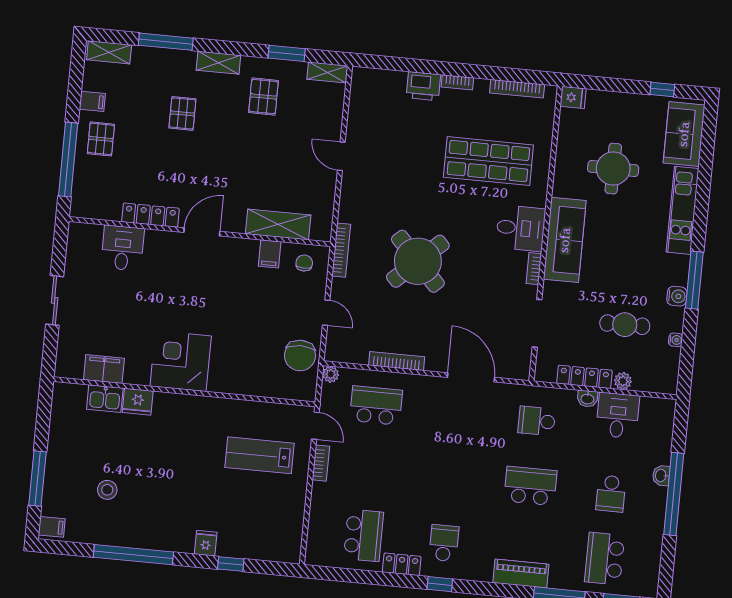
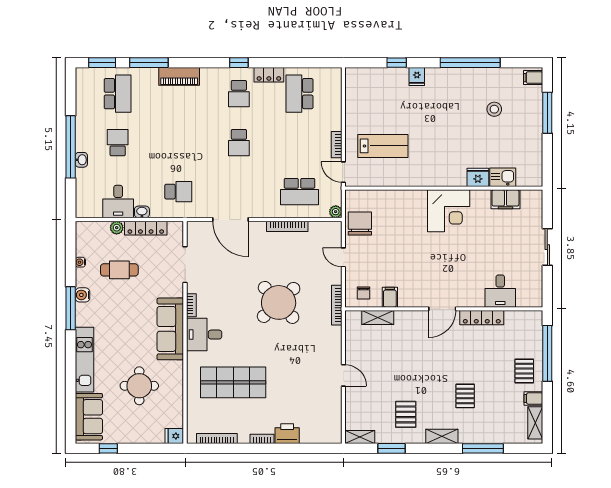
shelving: (109, 52) -> (535, 423), moved, turned 90
shelving: (278, 224) -> (378, 318), width x0.67, depth x0.75
school desk: (530, 486) -> (239, 143), moved, width x0.54

